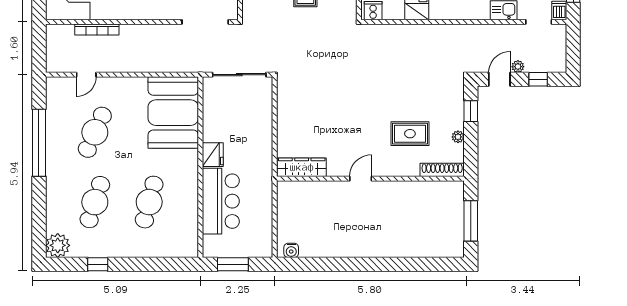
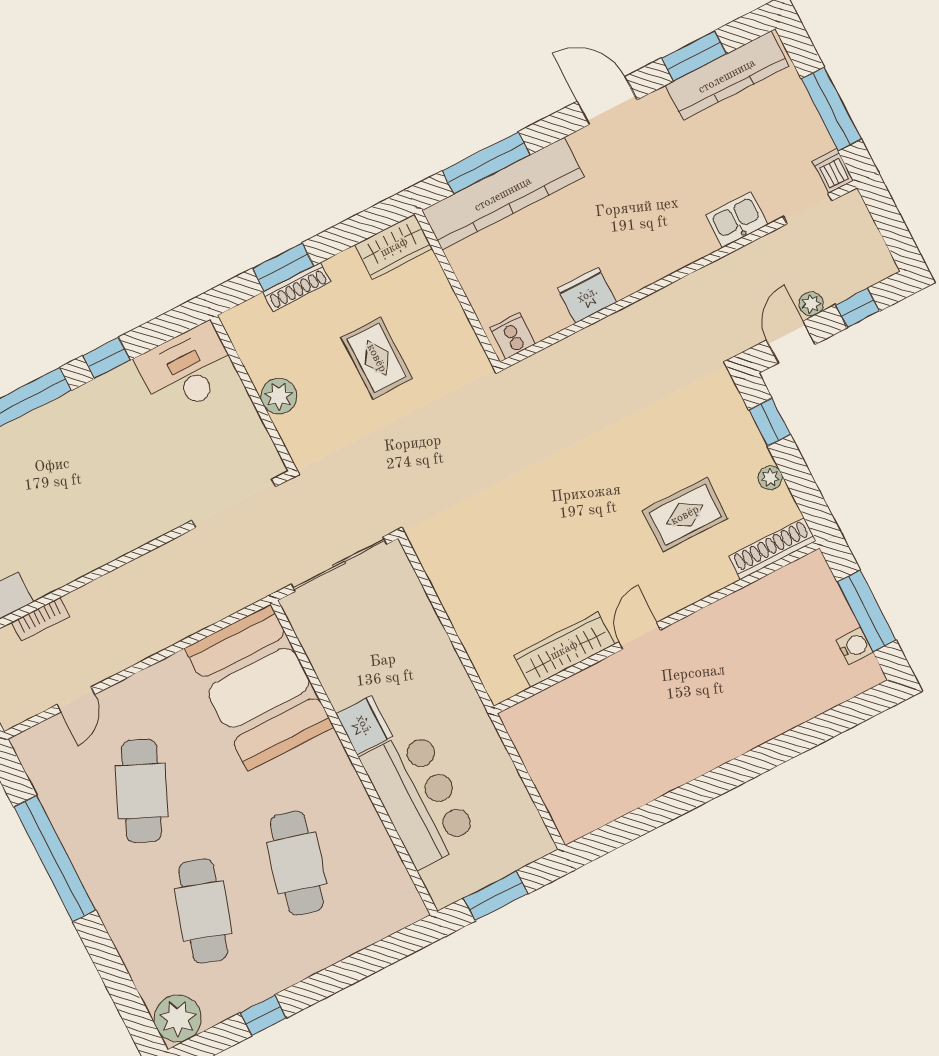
bookcase: (97, 29) -> (41, 619), width x0.64
wardrobe: (302, 167) -> (564, 650), moved
water cooler: (291, 250) -> (855, 646), moved, turned -90

